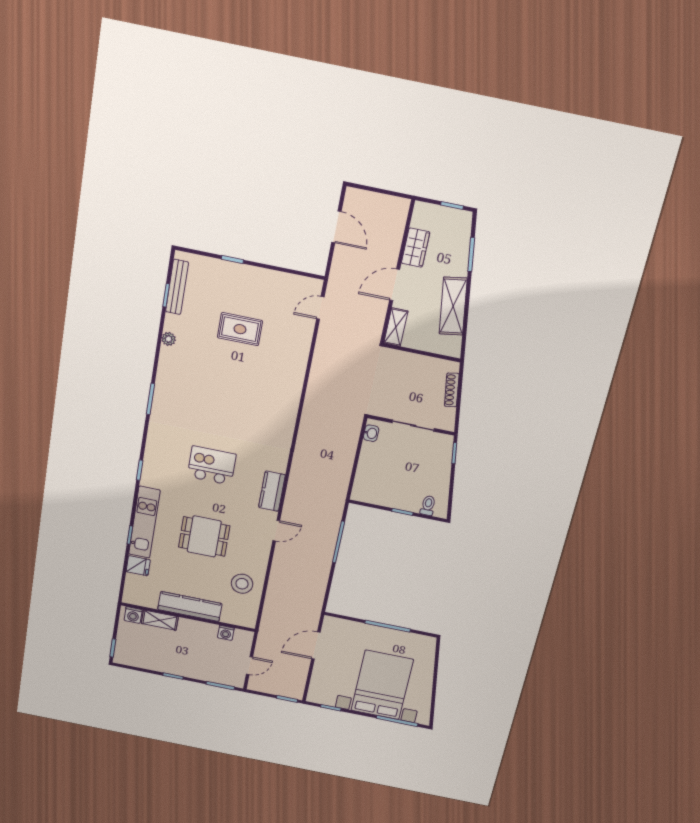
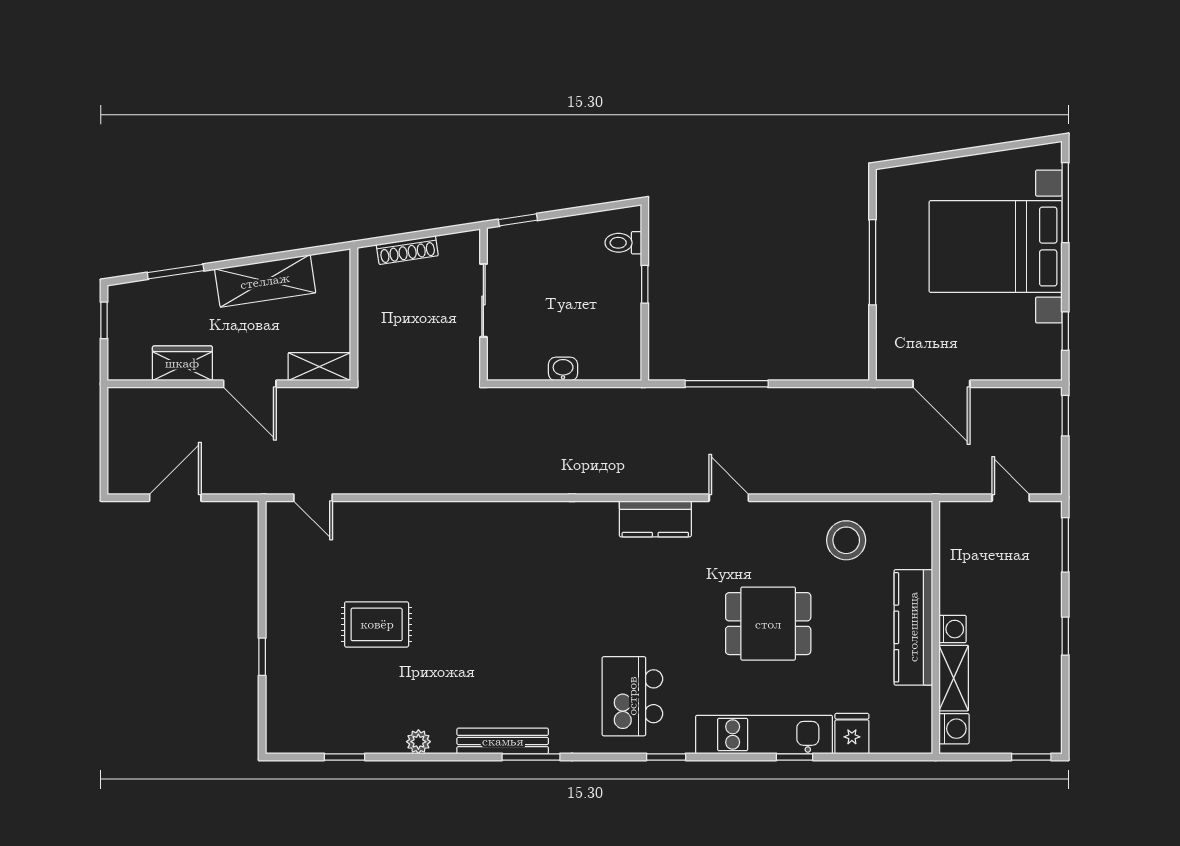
bench: (177, 287) -> (503, 741), moved
rug: (240, 329) -> (377, 624), turned 90
washbasin: (371, 433) -> (563, 369), moved
kitchen island: (212, 465) -> (632, 696), moved
dining table: (204, 536) -> (768, 624), turned 90
washing machine: (226, 633) -> (953, 629), moved

